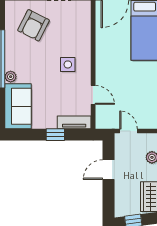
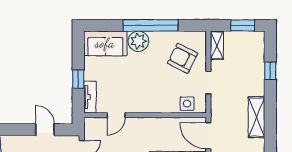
side table: (68, 64) -> (187, 104), moved
plant: (11, 77) -> (138, 41), width x1.87, depth x1.87

